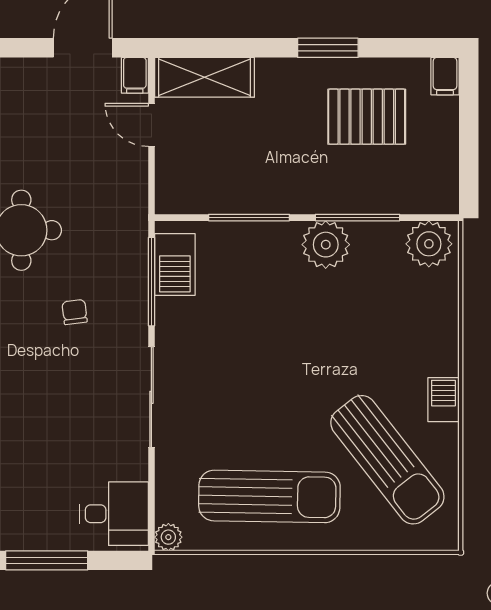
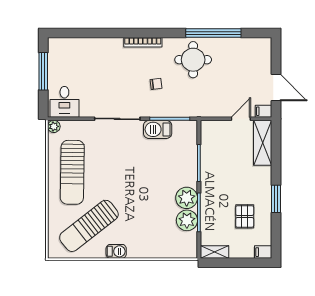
pallet: (367, 117) -> (245, 216), width x0.67, depth x0.71
shelving: (445, 183) -> (214, 252), added
plant: (429, 244) -> (187, 220), moved
barbecue: (175, 265) -> (158, 129), moved

